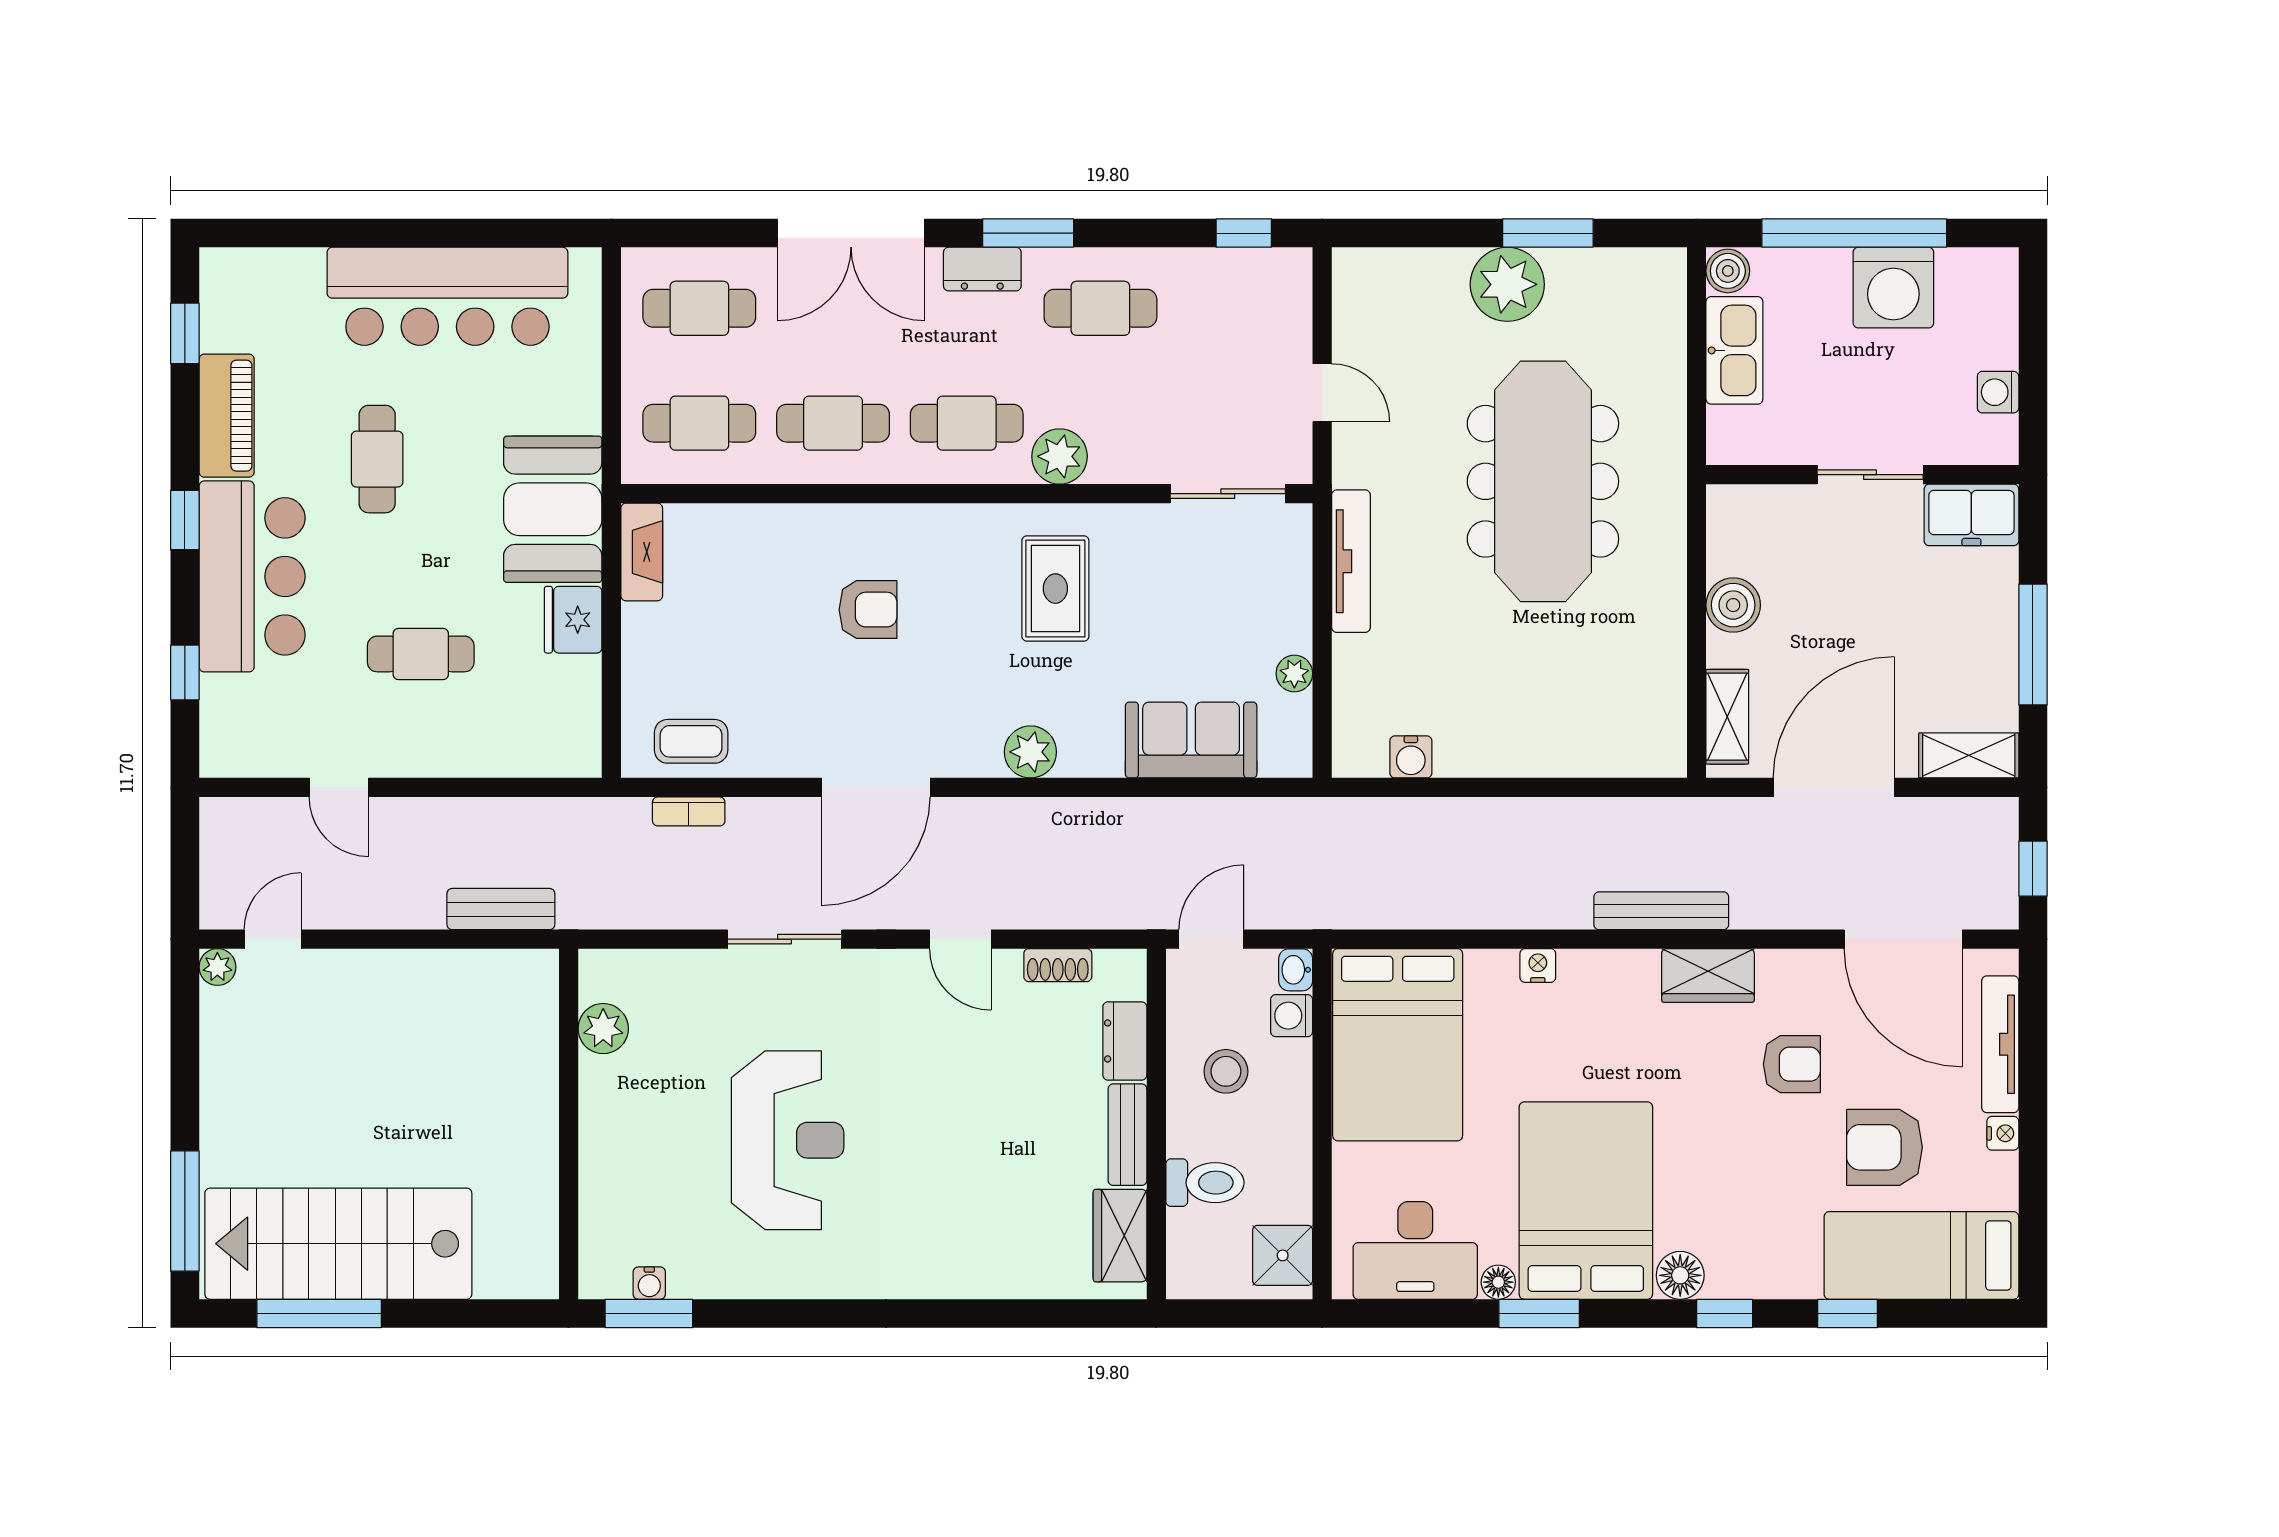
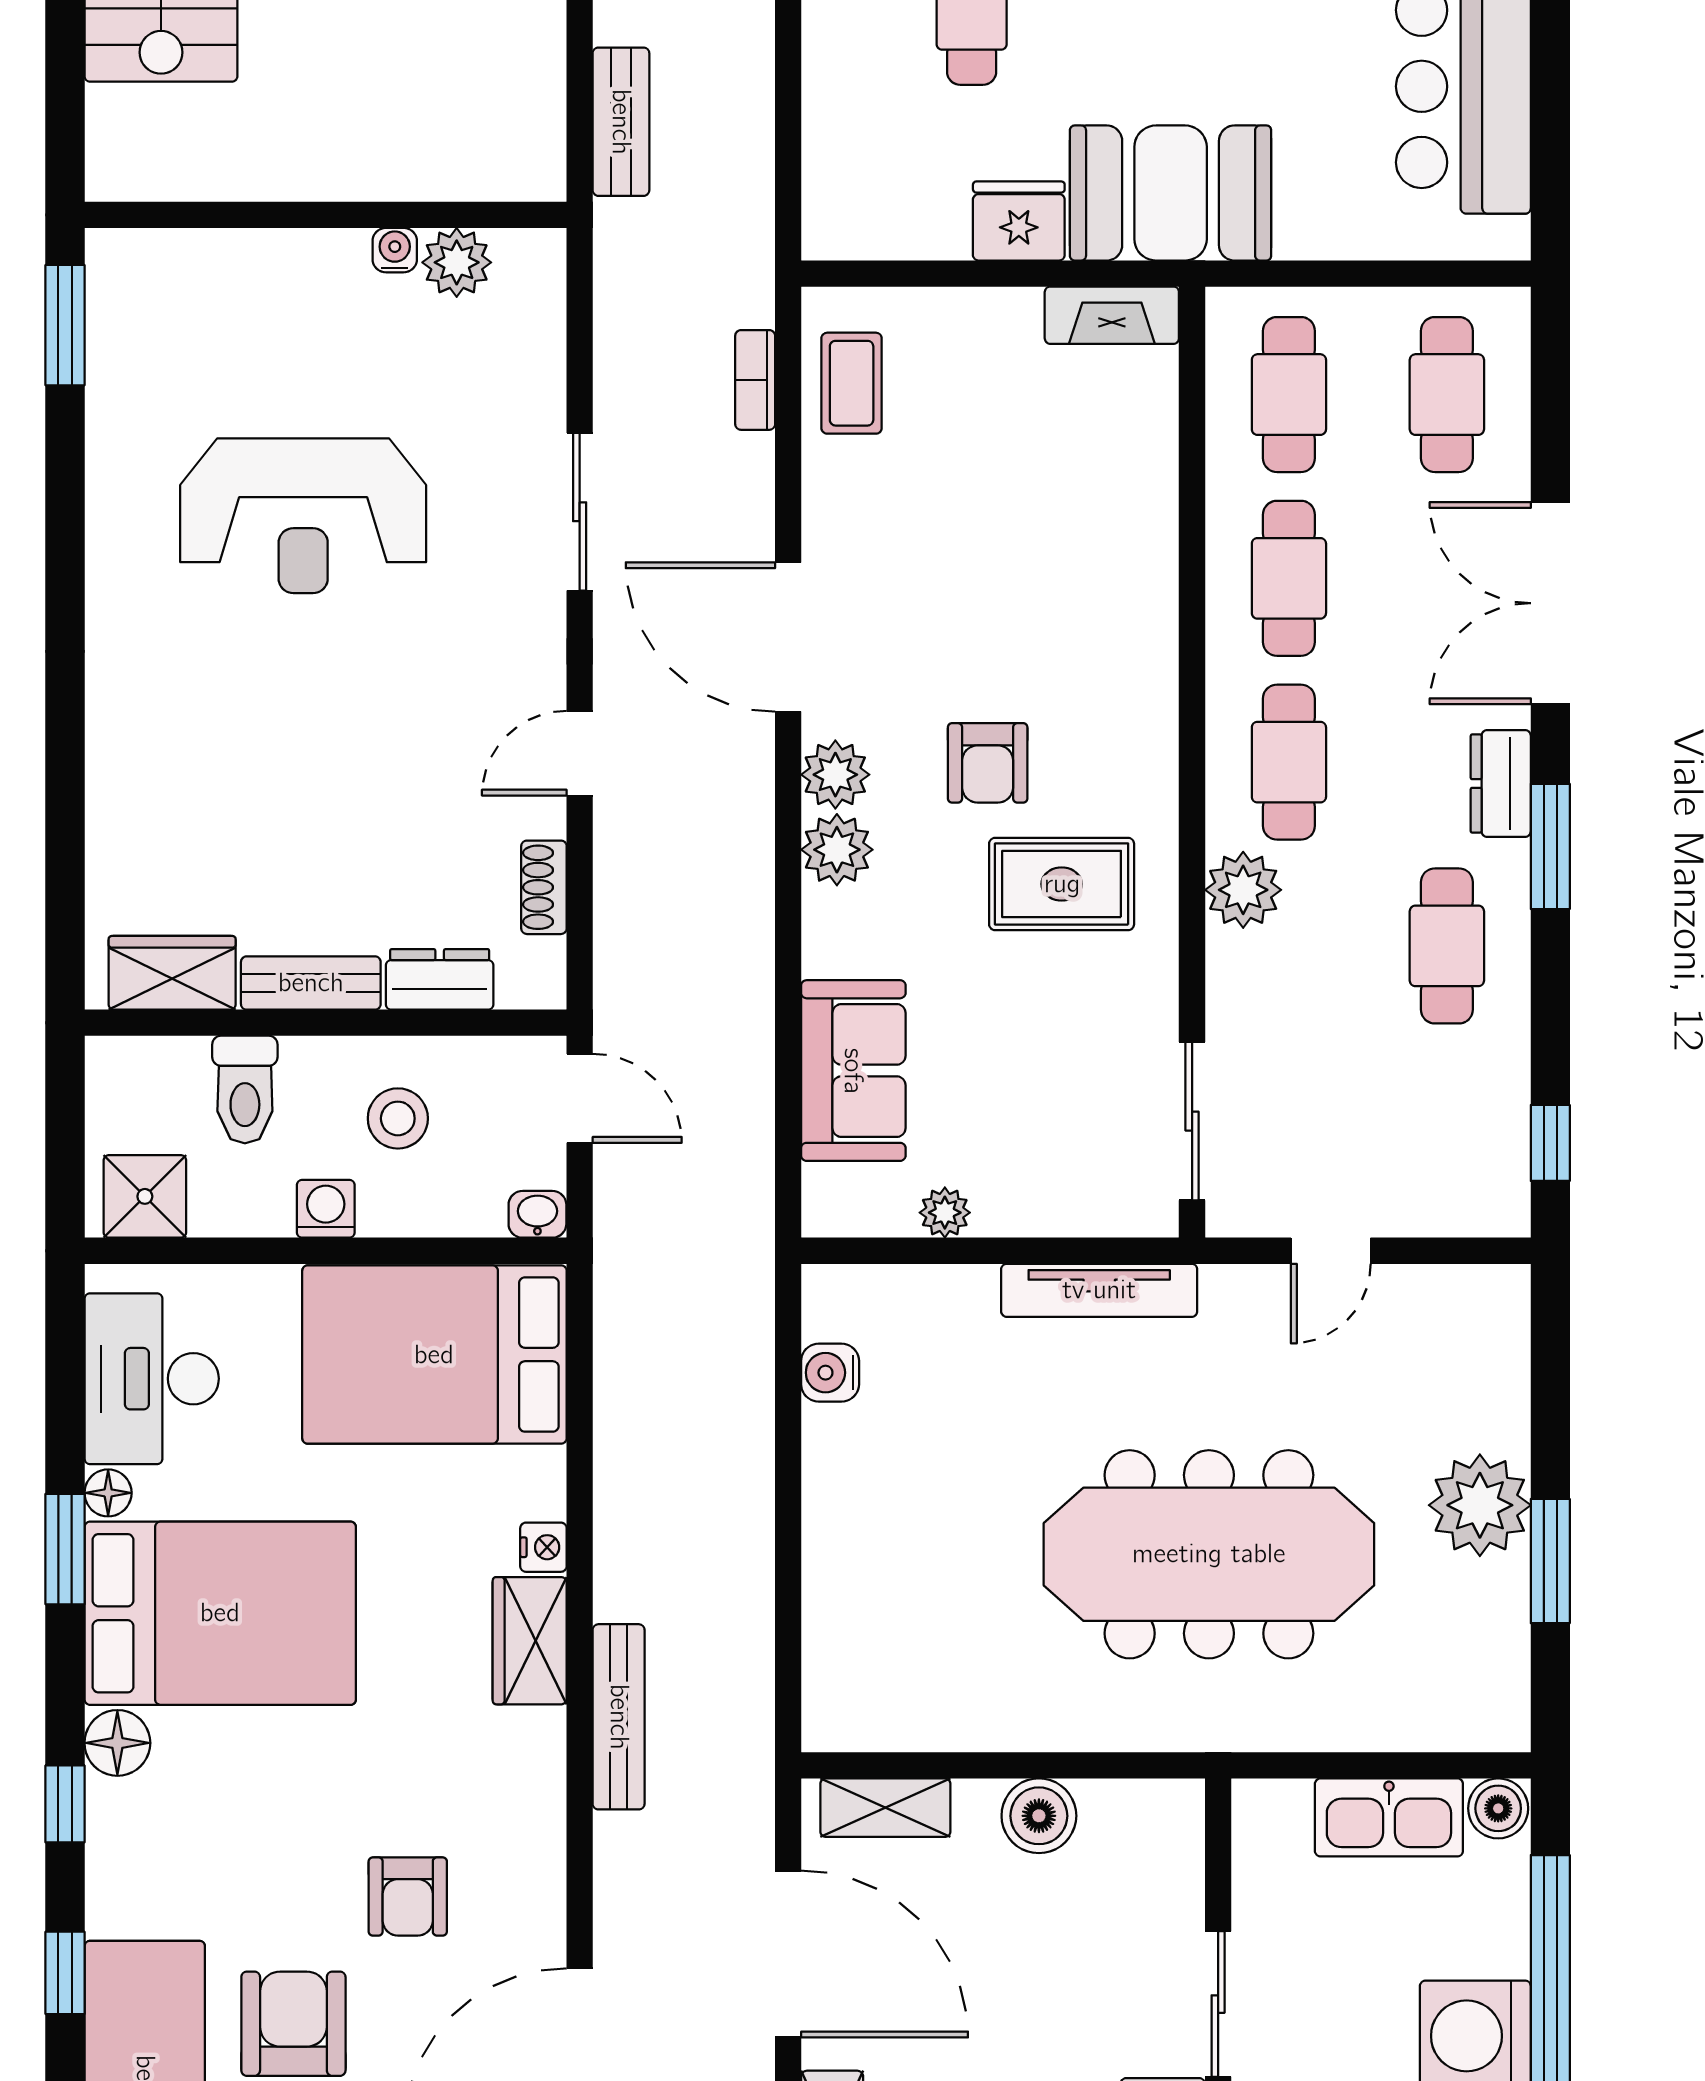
armchair: (868, 610) -> (988, 763), moved
plant: (976, 753) -> (835, 775), added
wardrobe: (1708, 975) -> (530, 1641), moved
washing machine: (1292, 1016) -> (326, 1209), moved
water cooler: (649, 1283) -> (395, 250), moved, turned 90

